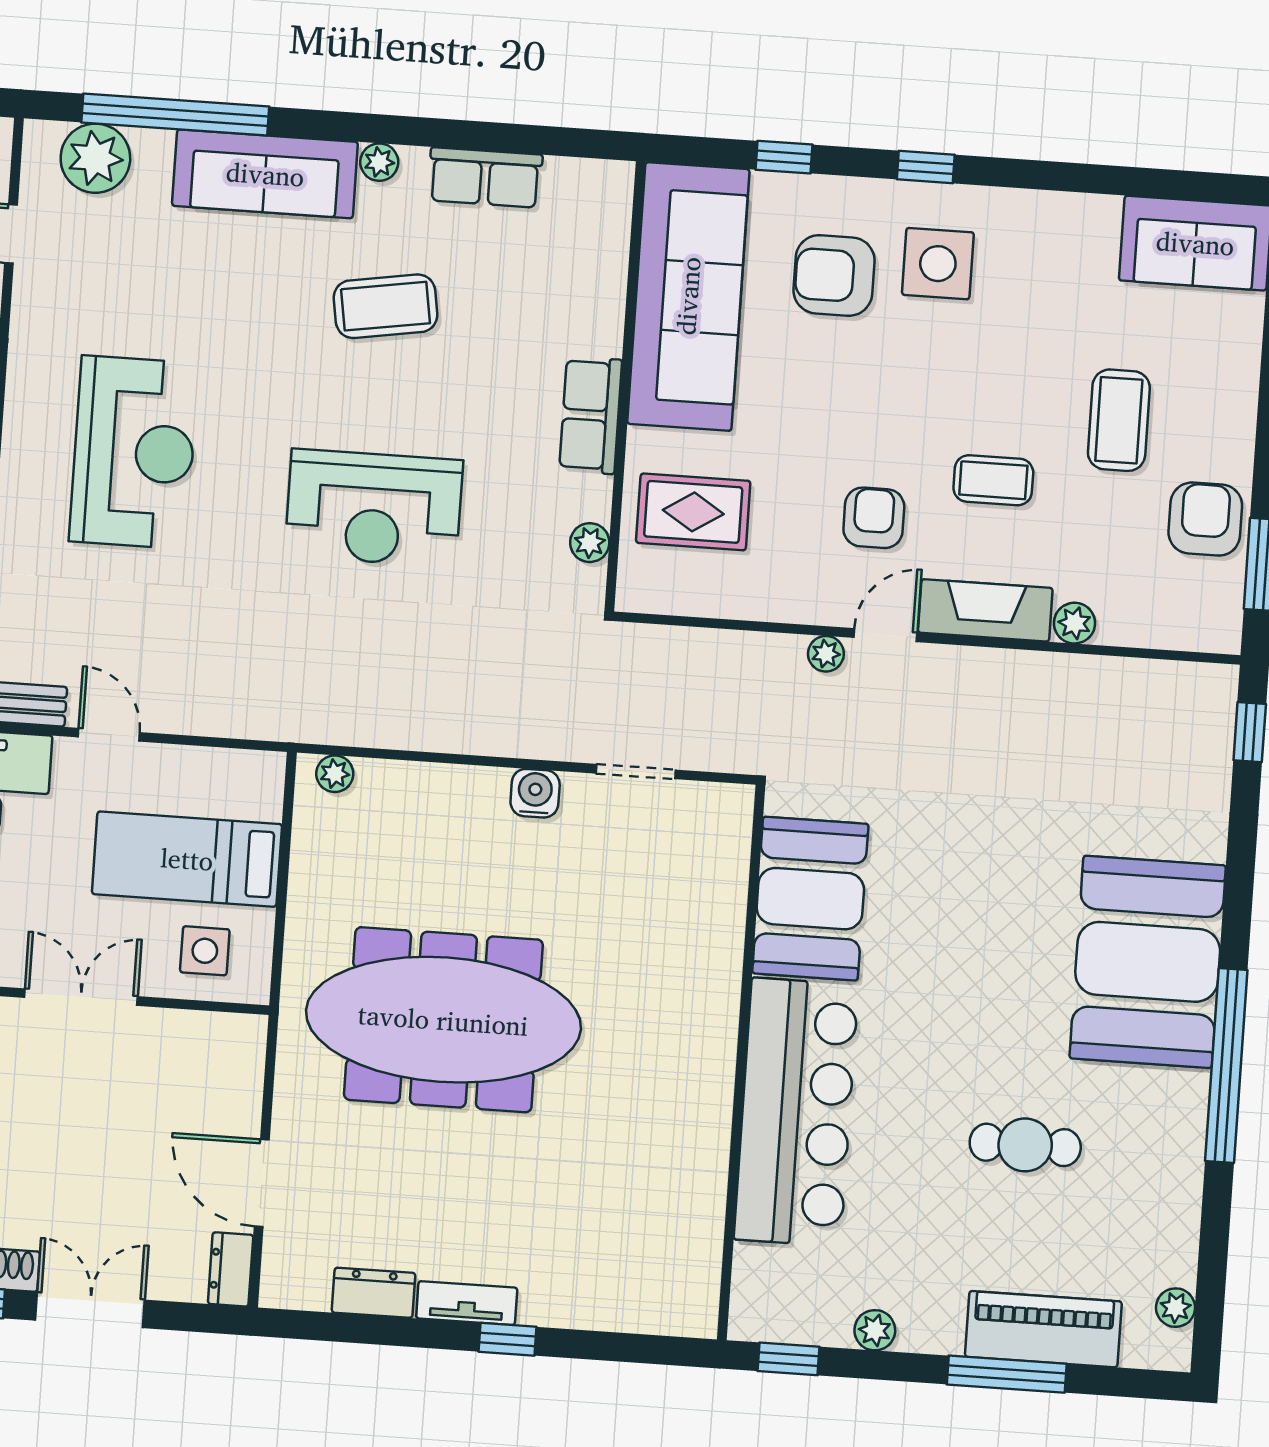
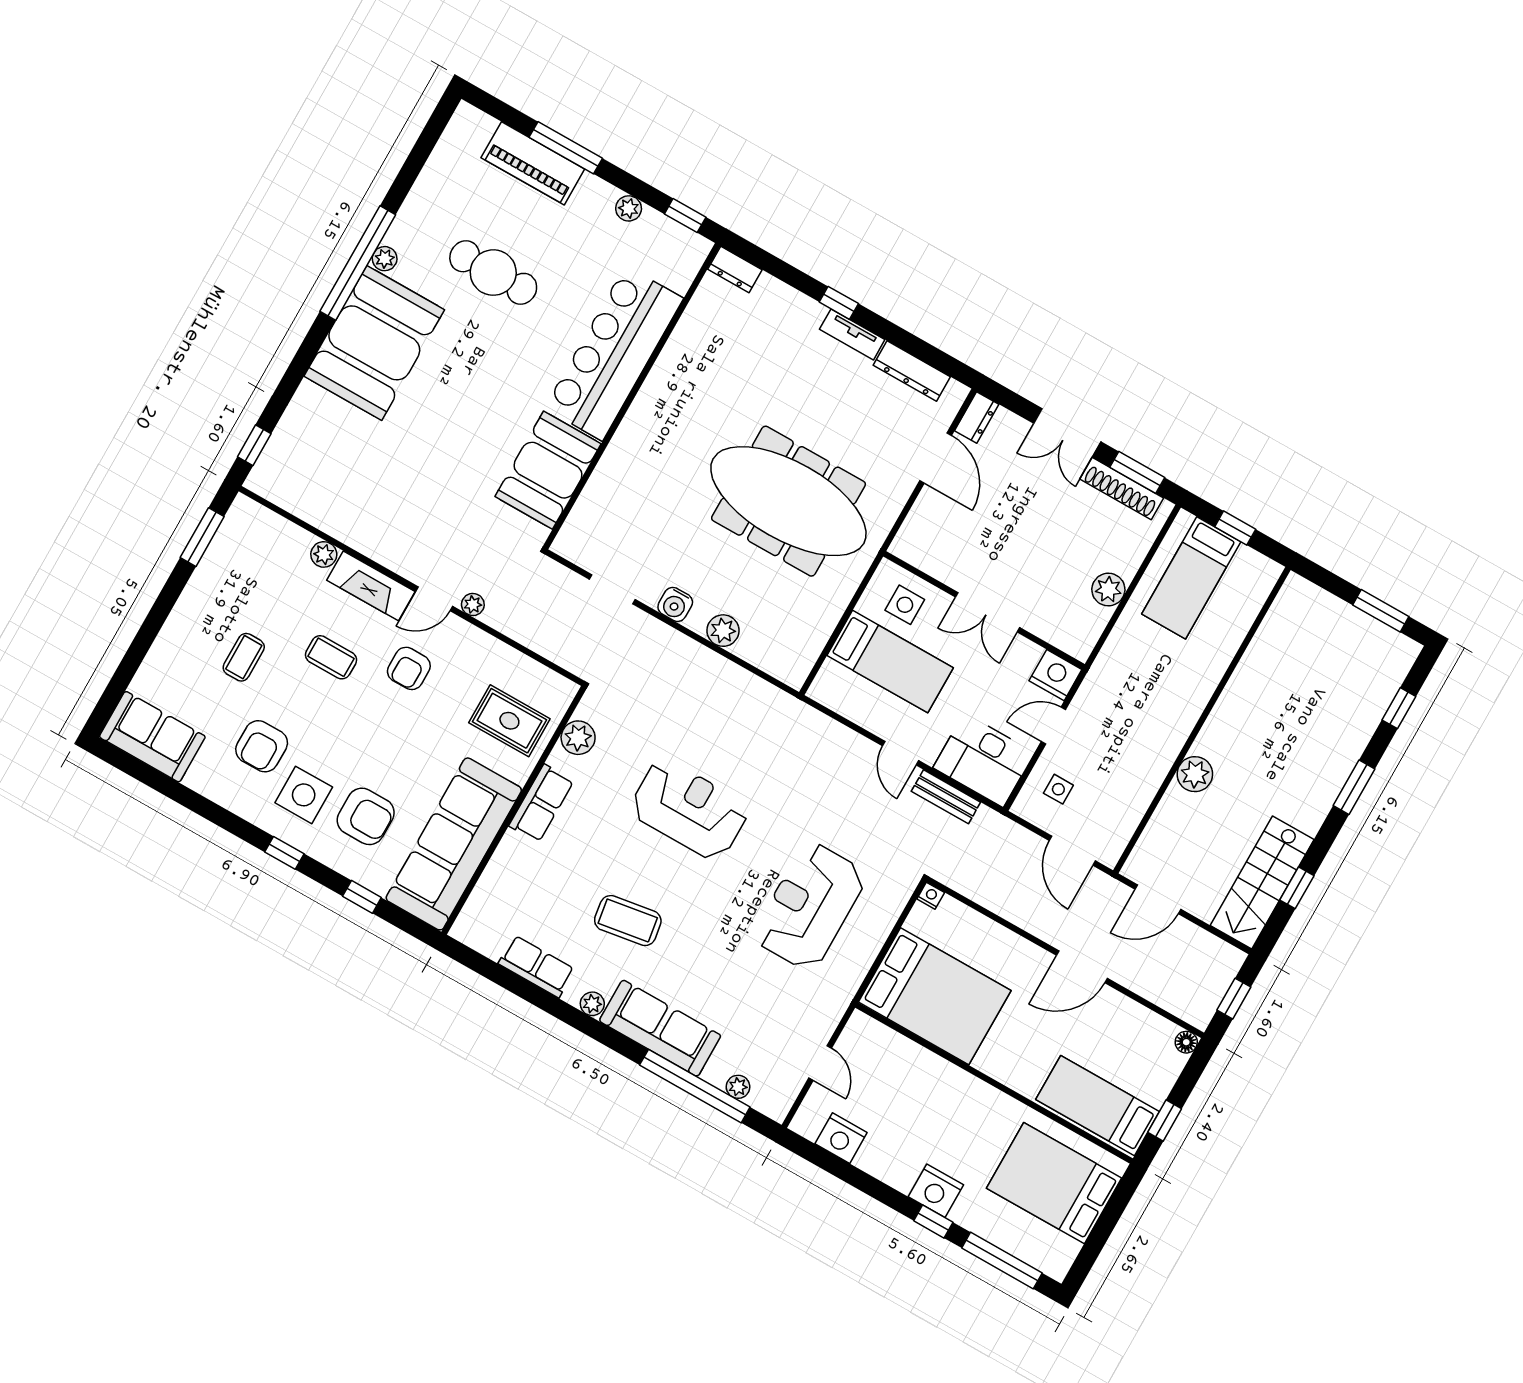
plant: (95, 158) -> (738, 1087), width x0.53, depth x0.53
coffee table: (1119, 420) -> (244, 657), width x0.73, depth x0.77
armchair: (1205, 519) -> (262, 746), moved
plant: (590, 543) -> (578, 738), width x1.38, depth x1.38
plant: (335, 774) -> (723, 631), moved, width x1.38, depth x1.38
cafe table: (1025, 1145) -> (493, 273), width x1.37, depth x1.35
dresser: (374, 1293) -> (912, 371), width x1.44
plant: (1176, 1308) -> (385, 259), moved
dresser: (680, 1316) -> (735, 270), added

